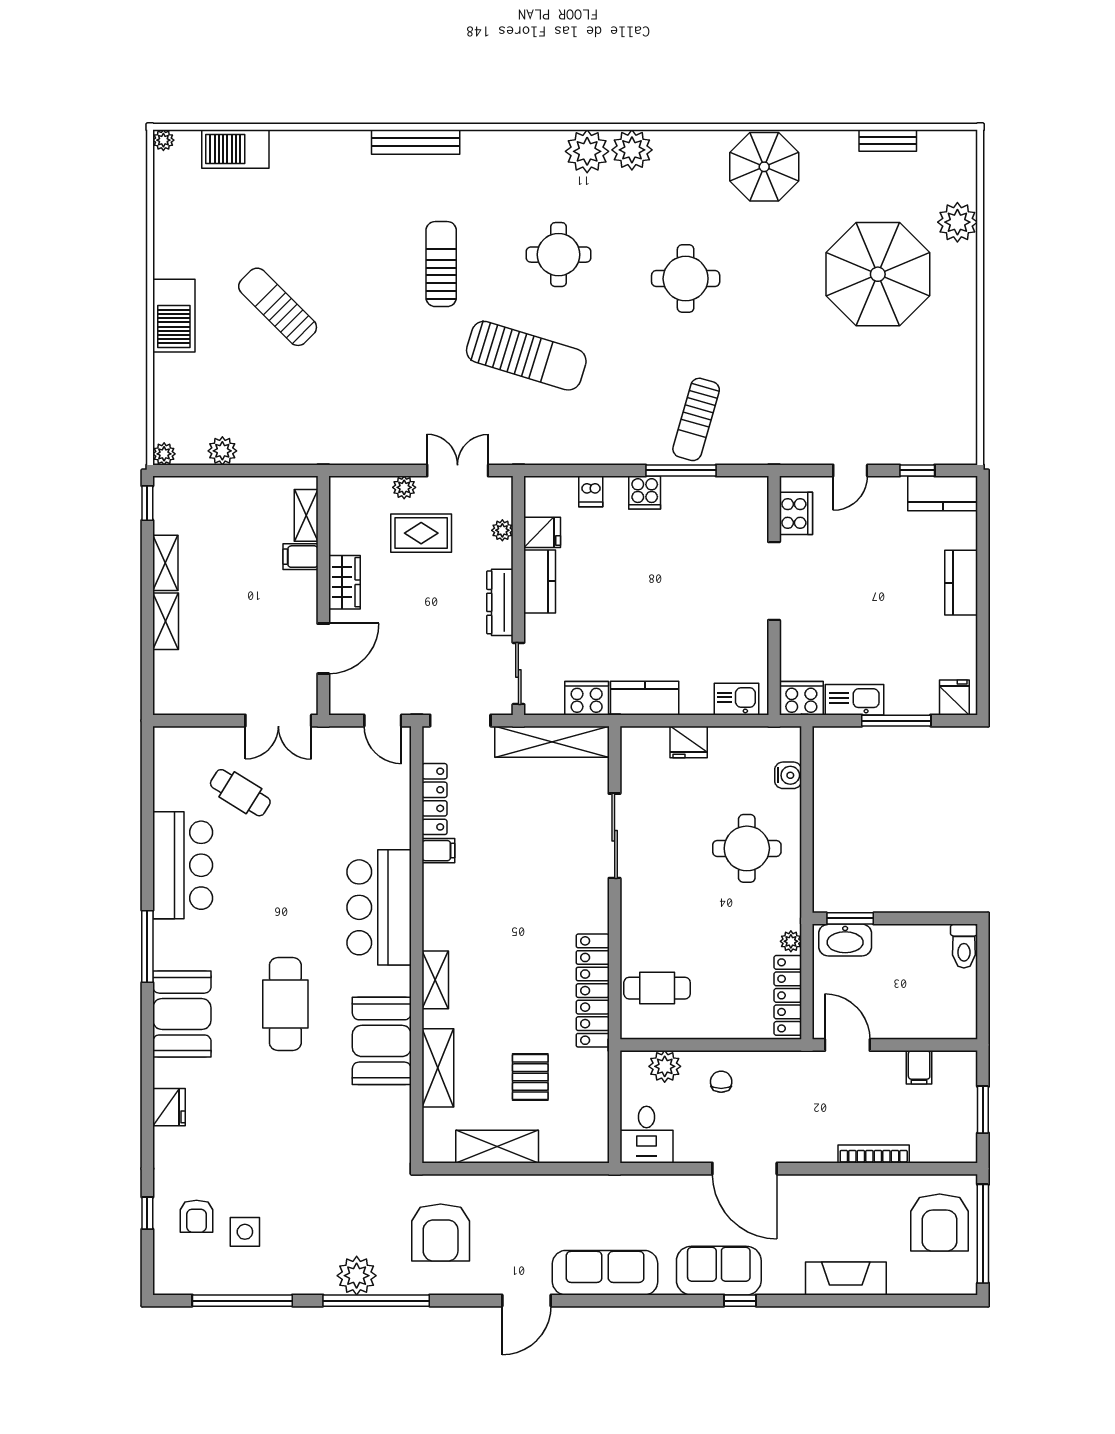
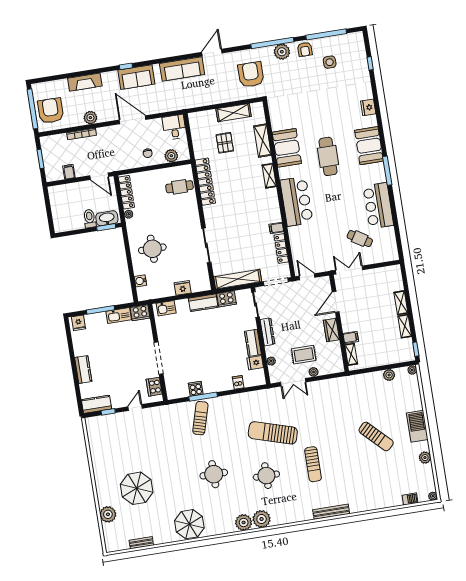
barbecue: (235, 149) -> (410, 499), width x0.53, depth x0.65
plant: (167, 237) -> (425, 458), added
parasol: (878, 274) -> (137, 488), width x0.73, depth x0.73
cooker: (645, 493) -> (196, 389), moved
toilet: (964, 946) -> (90, 218), moved
plant: (846, 1190) -> (90, 118), added
armchair: (196, 1216) -> (305, 49), moved, turned 180

